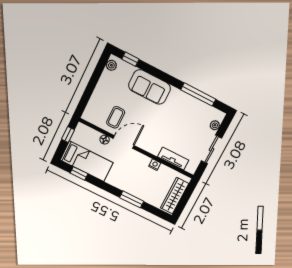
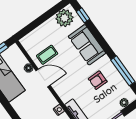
plant: (111, 65) -> (64, 18), width x1.87, depth x1.87
armchair: (178, 117) -> (98, 80), added

